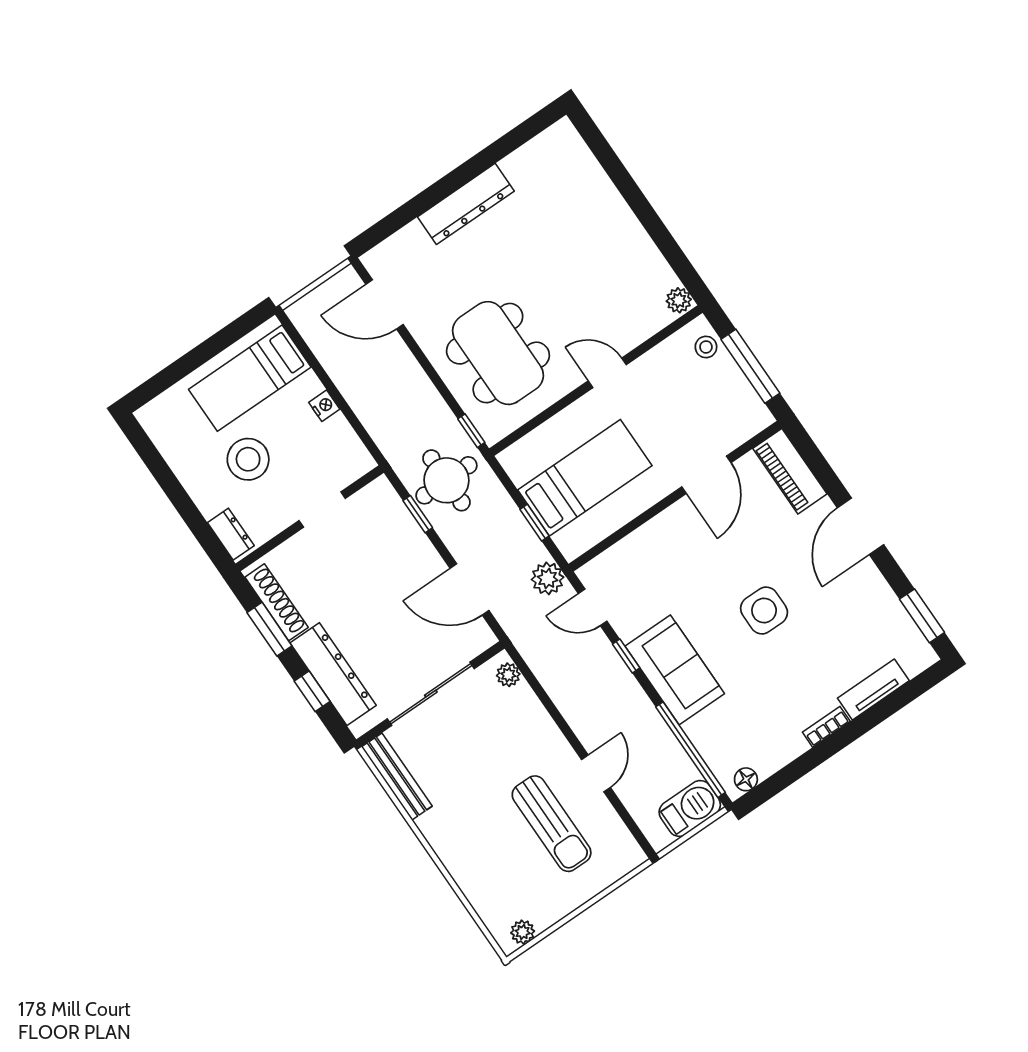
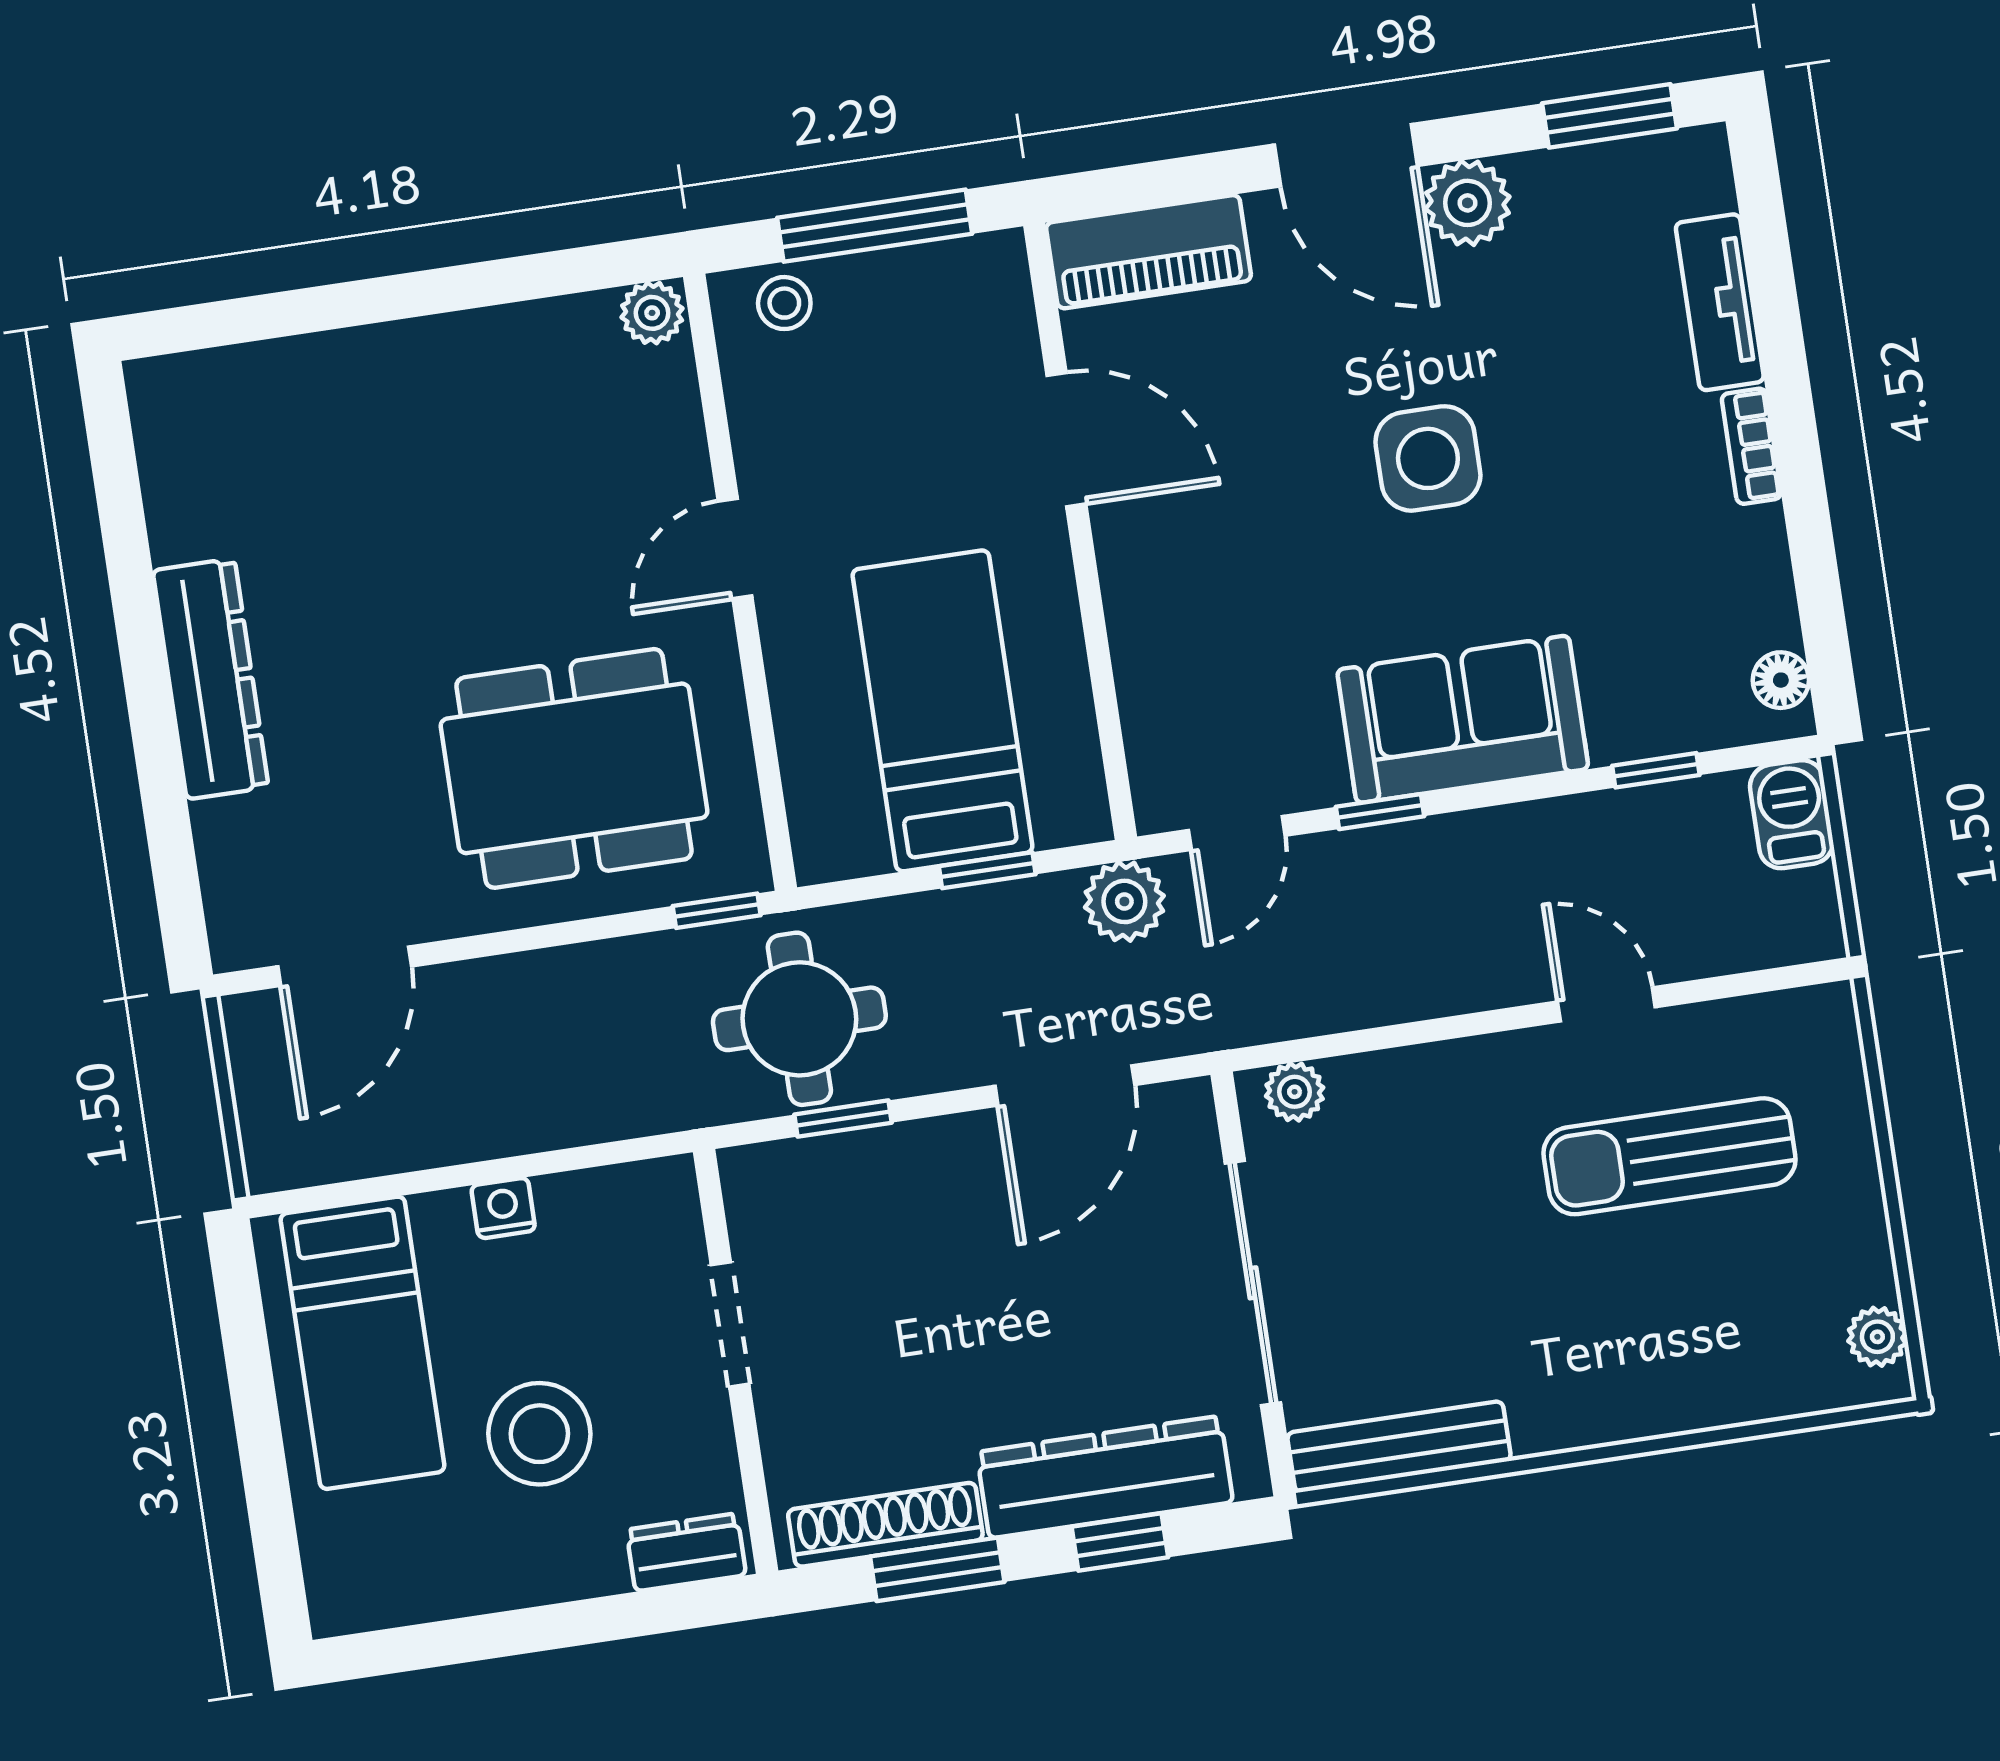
plant: (865, 579) -> (1467, 203), added
window: (691, 750) -> (1656, 770), width x0.32
barbecue: (690, 808) -> (1792, 814), width x0.73, depth x0.79
sun lounger: (552, 824) -> (1669, 1156), turned 180

